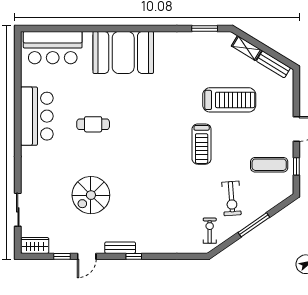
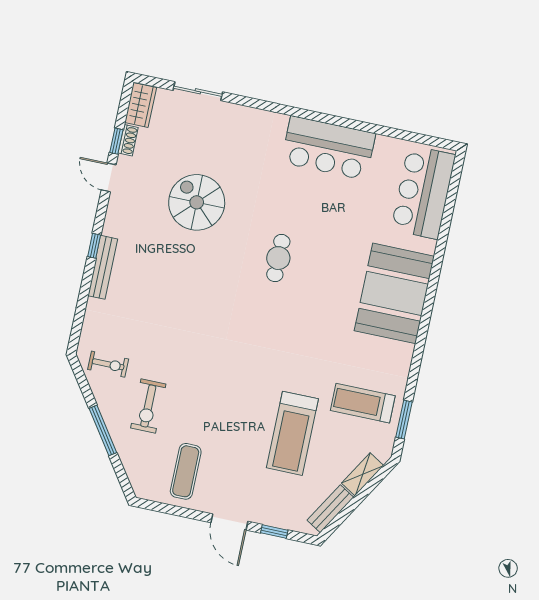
cafe table: (93, 124) -> (278, 258), moved
treadmill: (202, 144) -> (363, 403), moved
window: (296, 166) -> (274, 532), moved
exercise bike: (232, 198) -> (148, 406), turned -86
bench: (120, 248) -> (103, 267), moved, width x1.36
shoe rack: (60, 249) -> (128, 140), added

